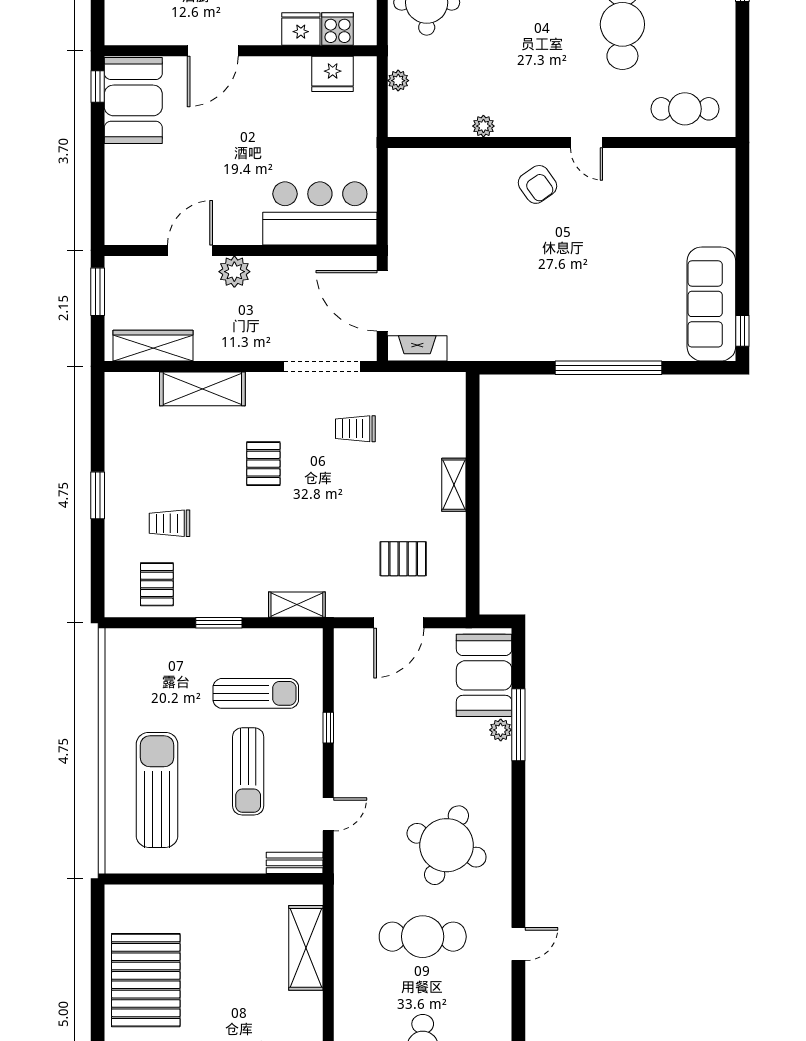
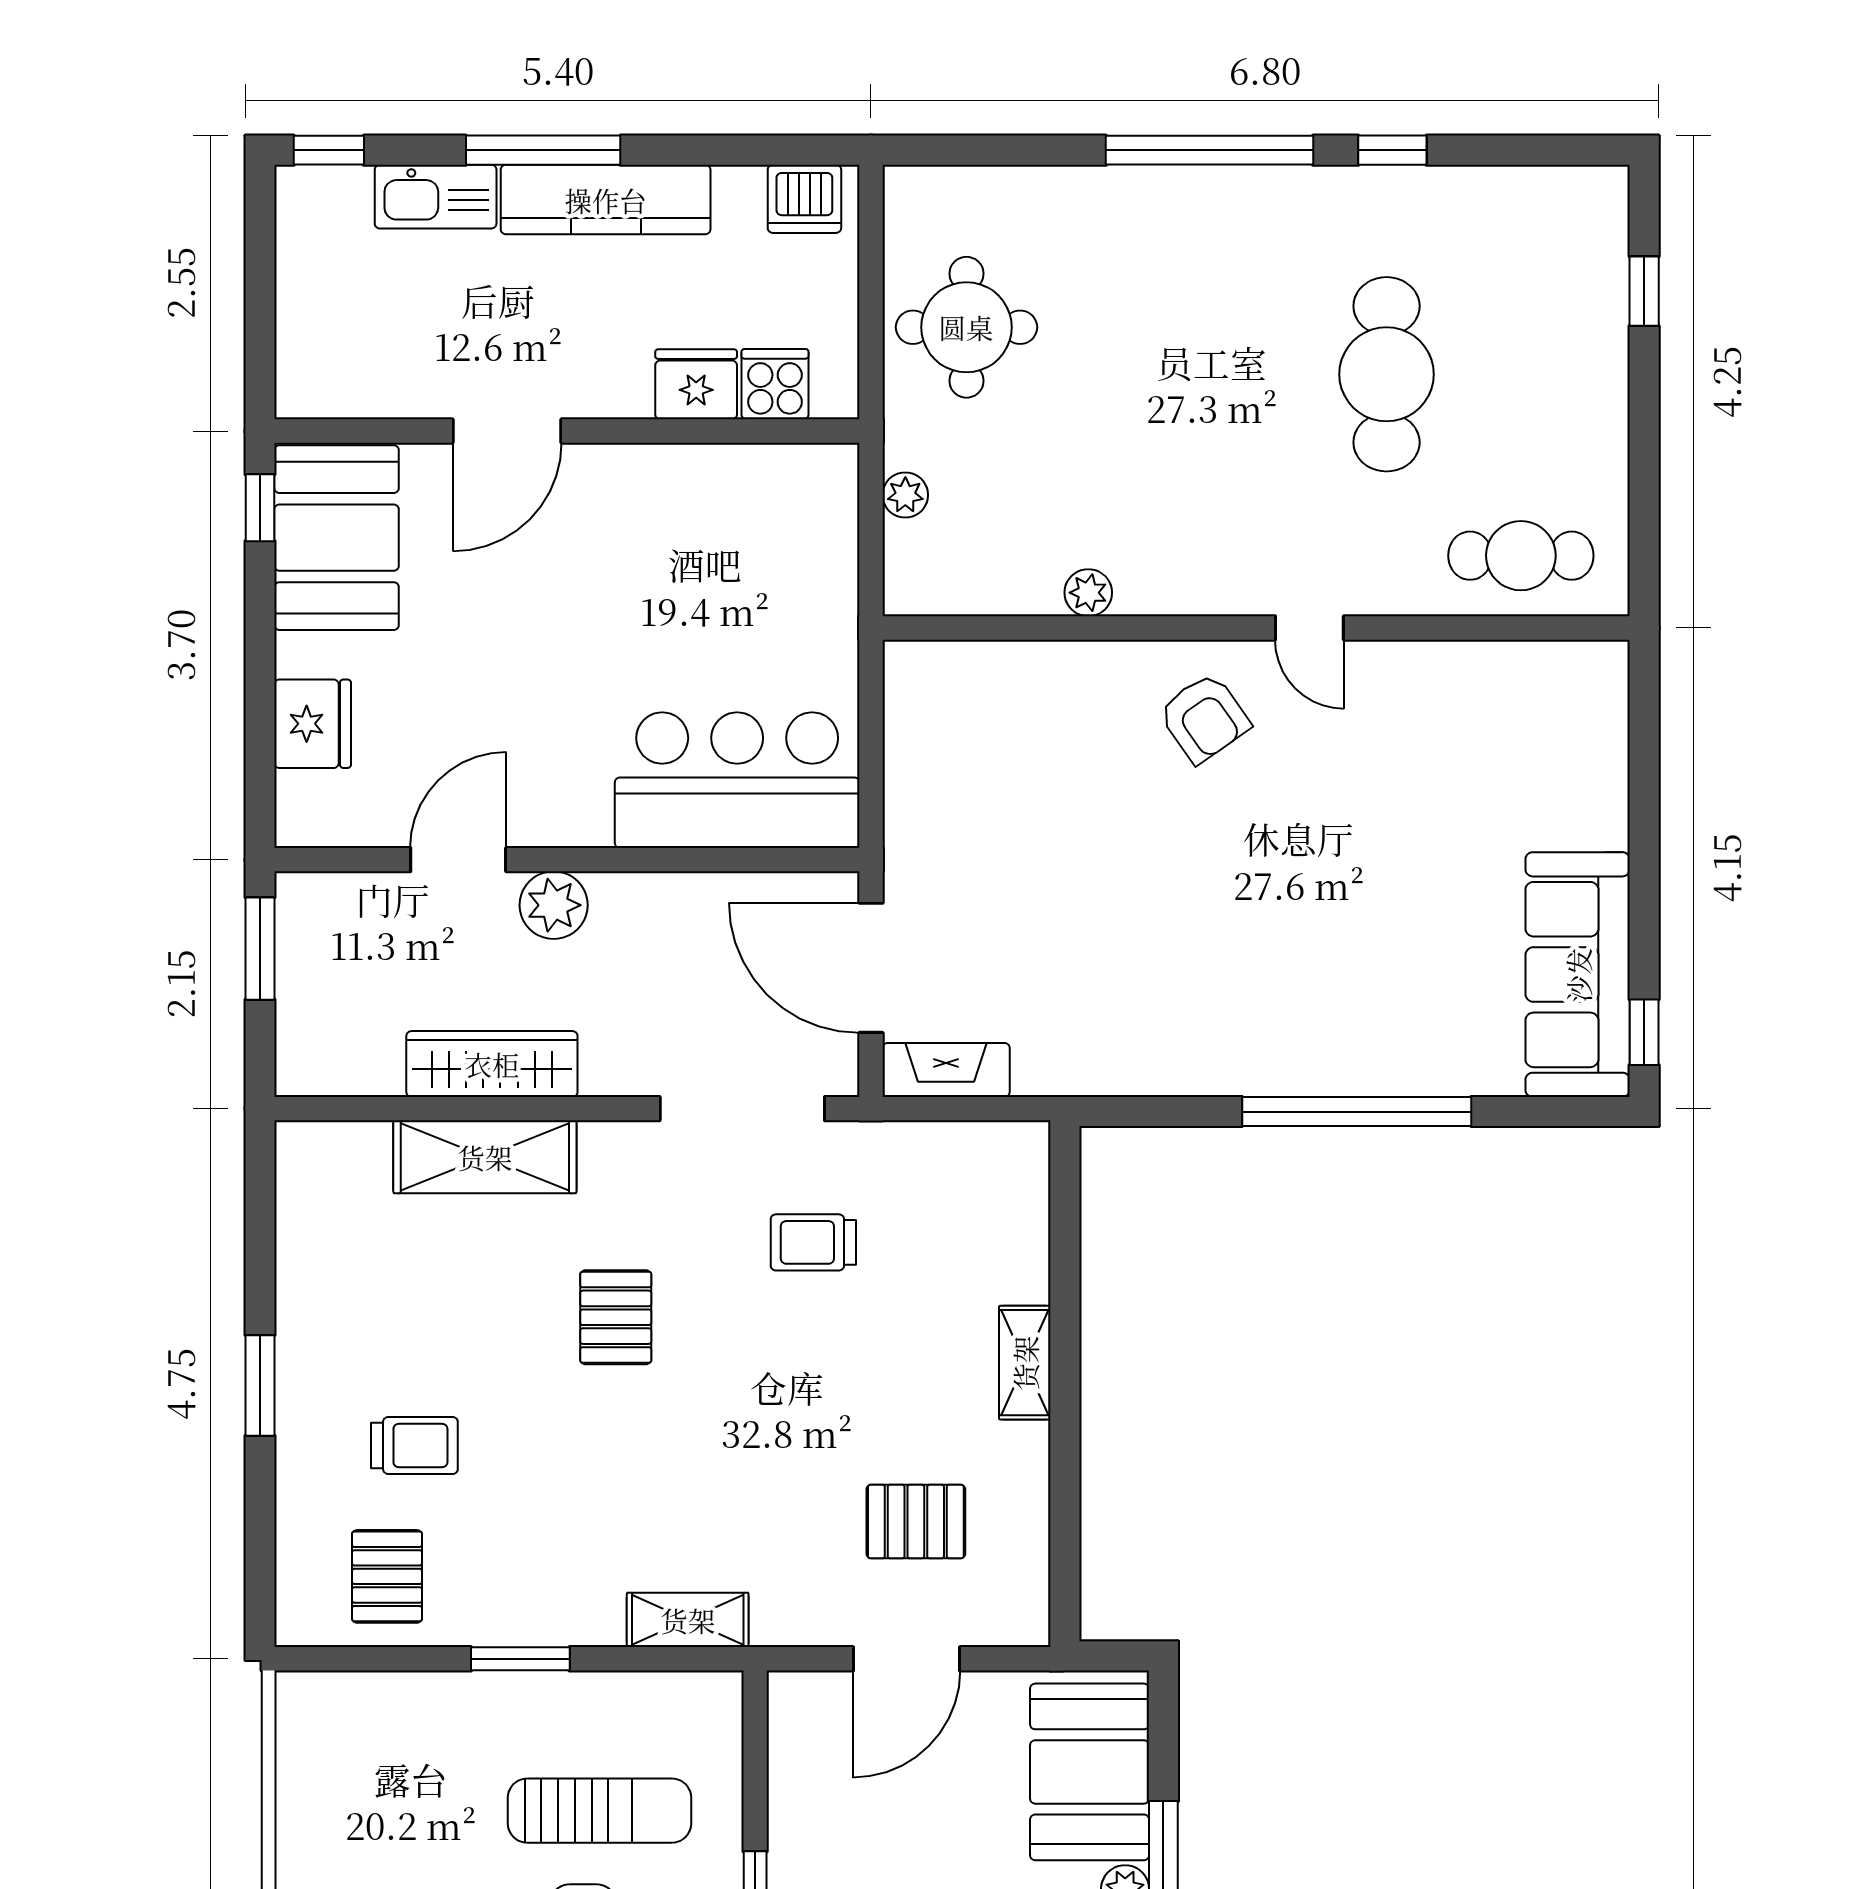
fridge: (333, 74) -> (313, 724), moved, turned -90
wardrobe: (153, 346) -> (492, 1064), moved
trolley: (170, 523) -> (414, 1446), turned 180

